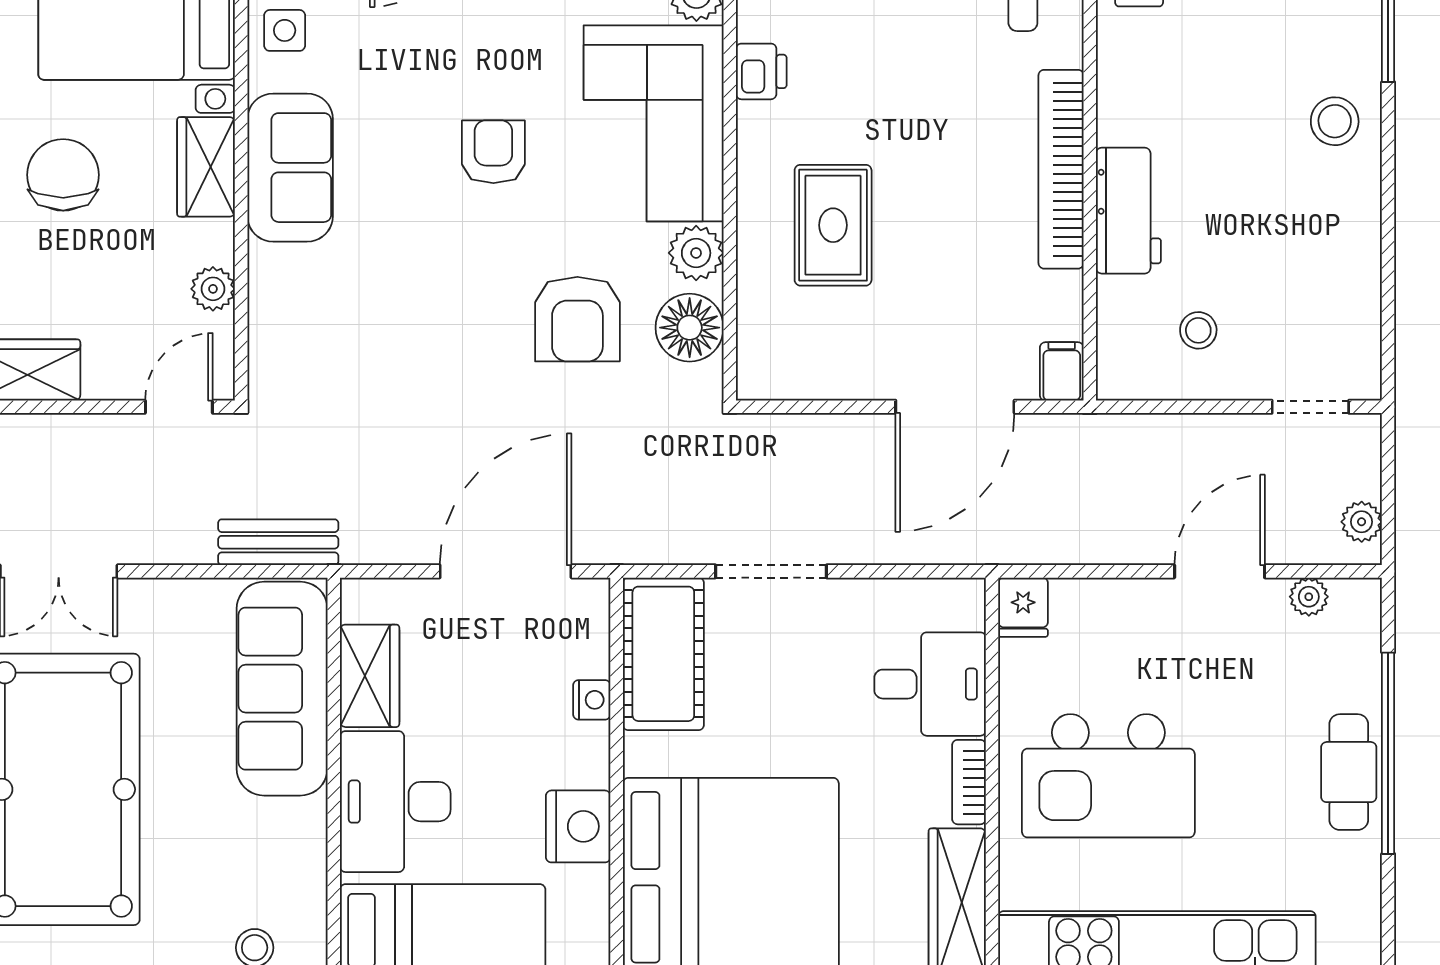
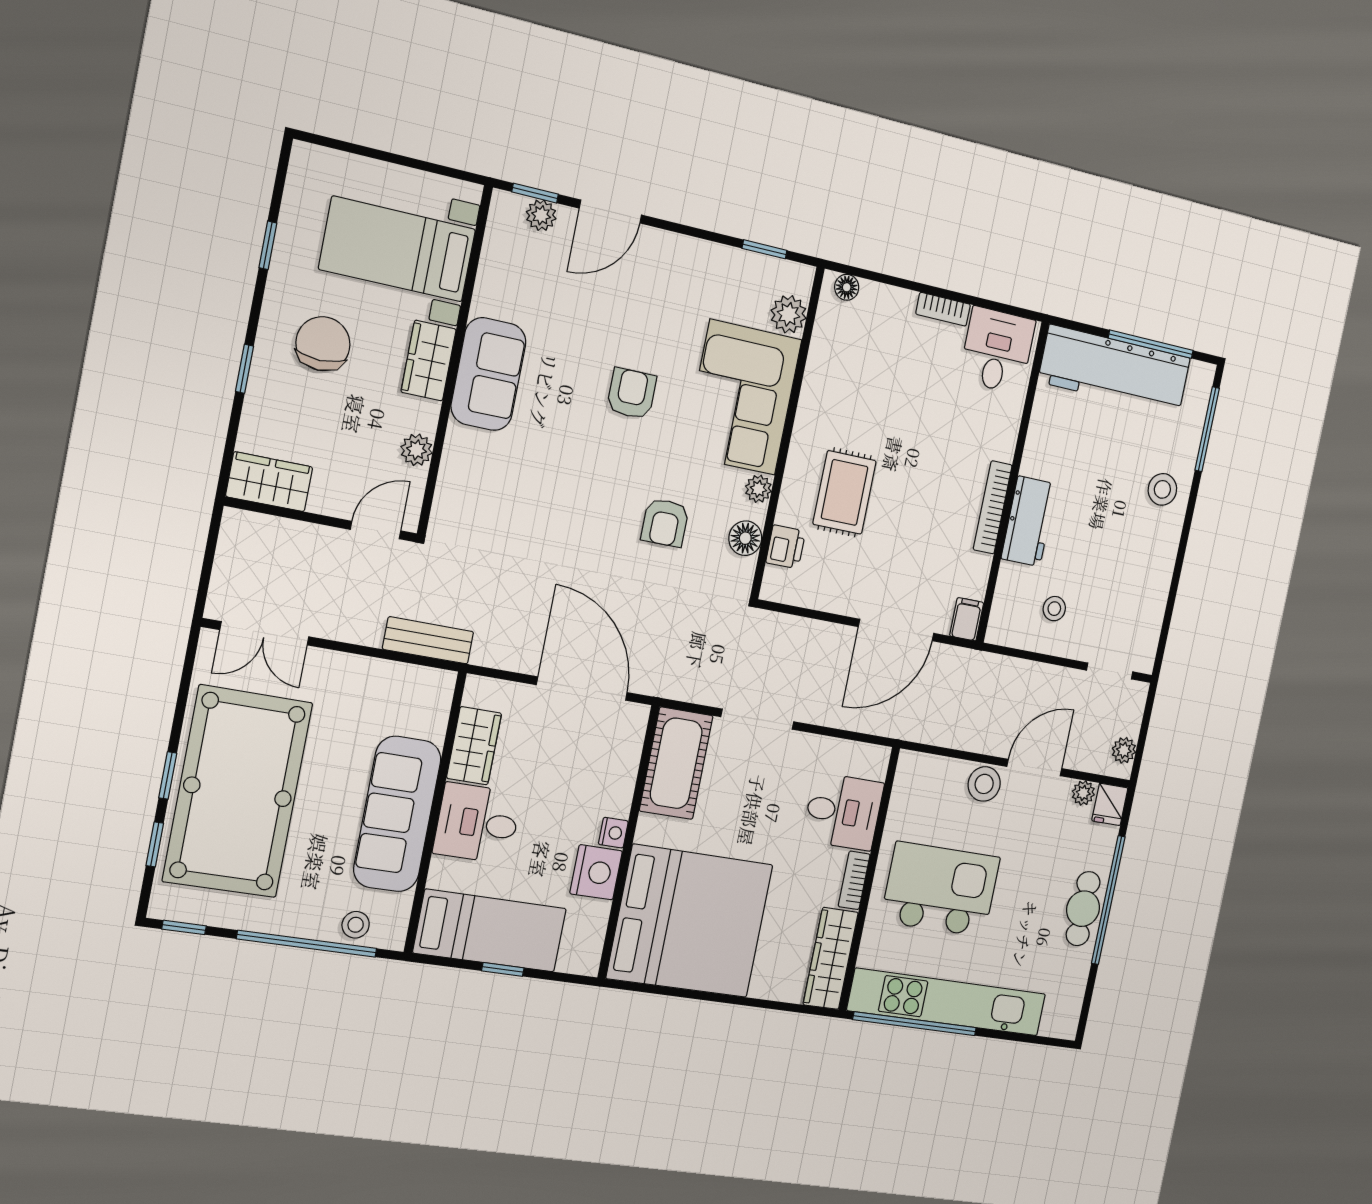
side table: (285, 30) -> (504, 274), removed
printer: (761, 71) -> (786, 547), moved
bookcase: (1061, 169) -> (993, 507), width x0.68, depth x0.76
plant: (696, 253) -> (758, 489), width x0.73, depth x0.73
armchair: (577, 319) -> (665, 523), width x0.72, depth x0.72
floor lamp: (690, 328) -> (745, 538), width x0.73, depth x0.73
door: (506, 571) -> (582, 689), hinge flipped
fridge: (1023, 607) -> (1110, 804), moved
stool: (1144, 609) -> (984, 784), added
sofa: (282, 689) -> (397, 814), moved
nightstand: (592, 700) -> (613, 833), moved
kitchen island: (1108, 776) -> (940, 889), turned 180
desk: (395, 802) -> (477, 823), width x0.73

